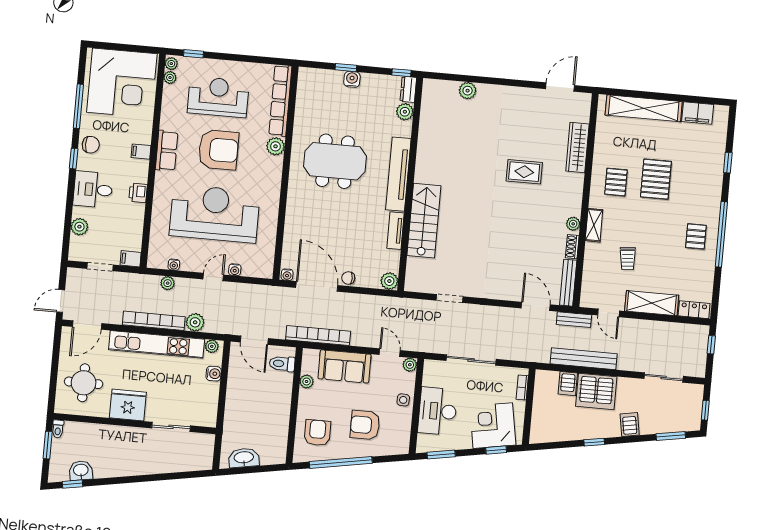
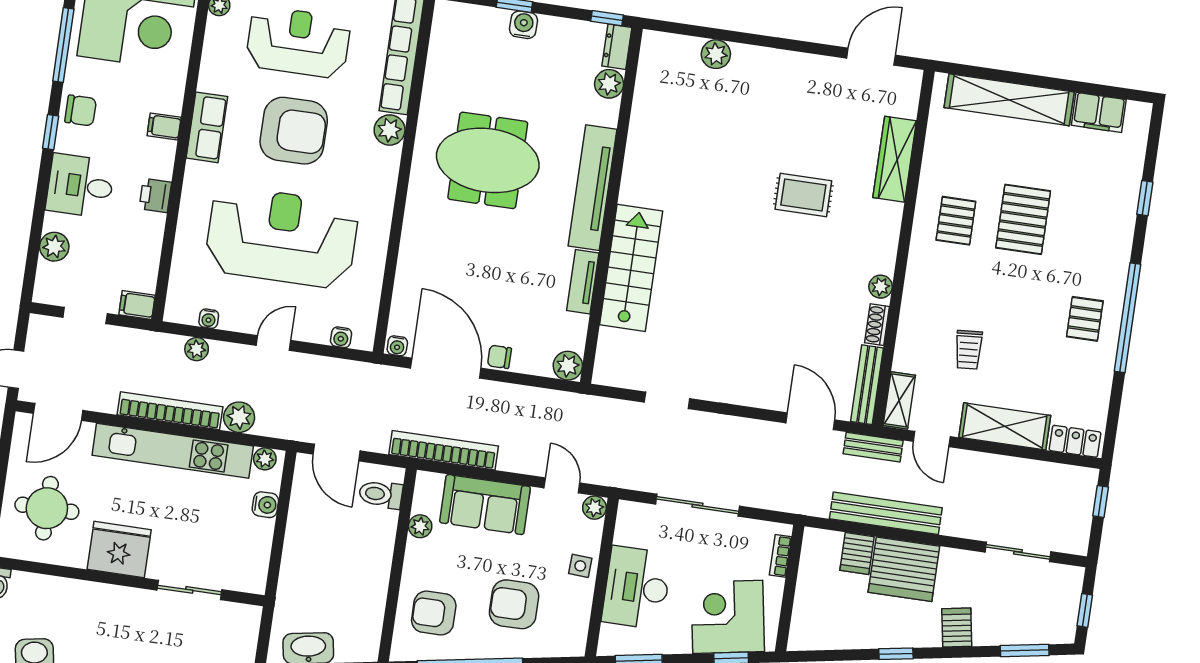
shelving: (594, 225) -> (899, 400), moved
water cooler: (235, 270) -> (341, 337), moved
armchair: (317, 433) -> (434, 613), turned -90

